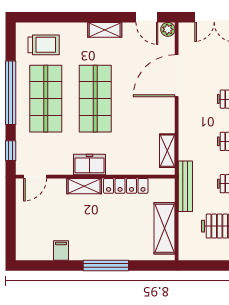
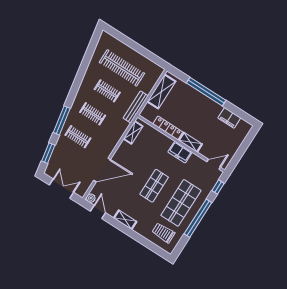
shop shelf: (95, 99) -> (154, 186), width x0.70, depth x0.74
filing cabinet: (61, 250) -> (229, 118), width x2.00
window: (106, 265) -> (206, 92), width x1.46

